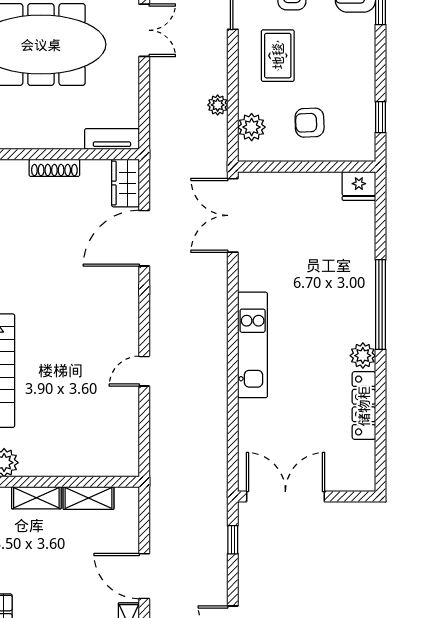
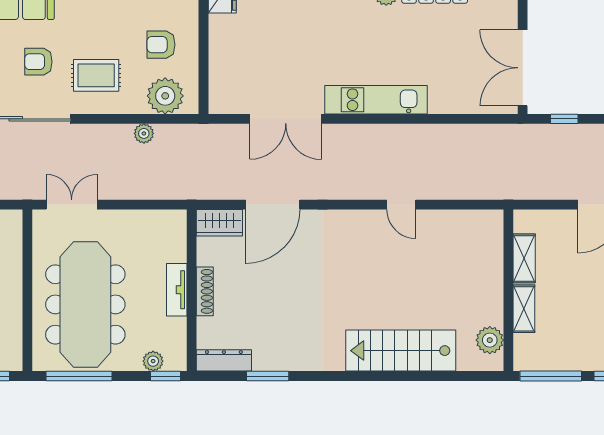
armchair: (310, 123) -> (161, 45), turned 92
plant: (252, 127) -> (165, 96), width x1.36, depth x1.36
tv unit: (112, 139) -> (177, 290), moved
double door: (233, 215) -> (286, 119), moved
door: (144, 238) -> (273, 205), hinge flipped

